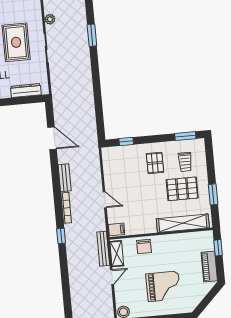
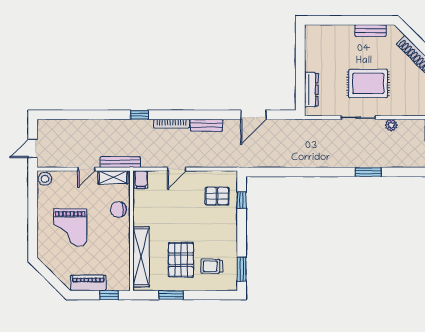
pallet: (155, 163) -> (217, 196), moved
door: (112, 277) -> (86, 169), hinge flipped

